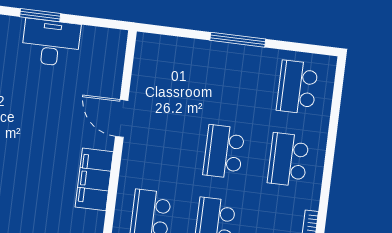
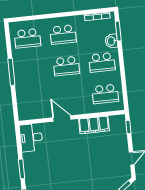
desk: (51, 43) -> (31, 138), moved
door: (122, 118) -> (62, 119), swing flipped

